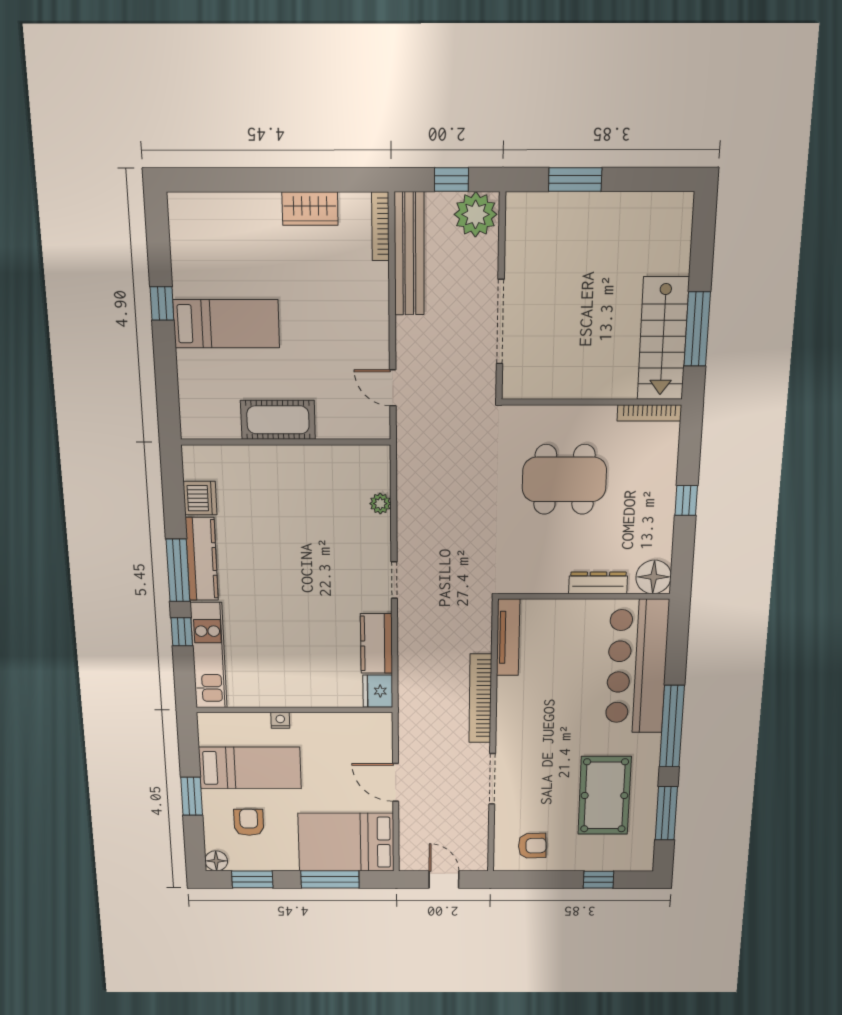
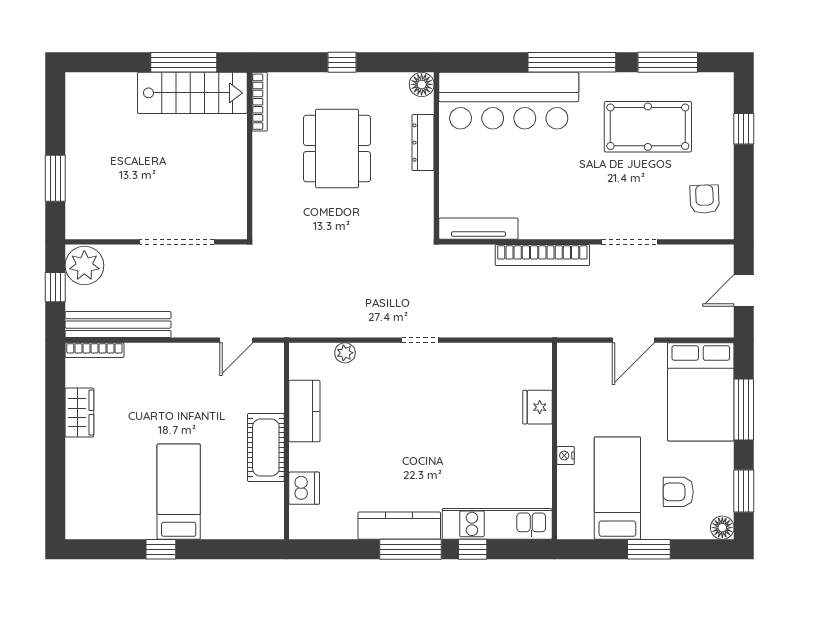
dining table: (564, 479) -> (337, 149), moved
dishwasher: (200, 498) -> (304, 488), moved, turned 90
floor lamp: (654, 577) -> (422, 84), width x0.73, depth x0.73
kitchen counter: (376, 643) -> (304, 411), moved, turned -90
fridge: (378, 691) -> (537, 407), moved, turned 90

